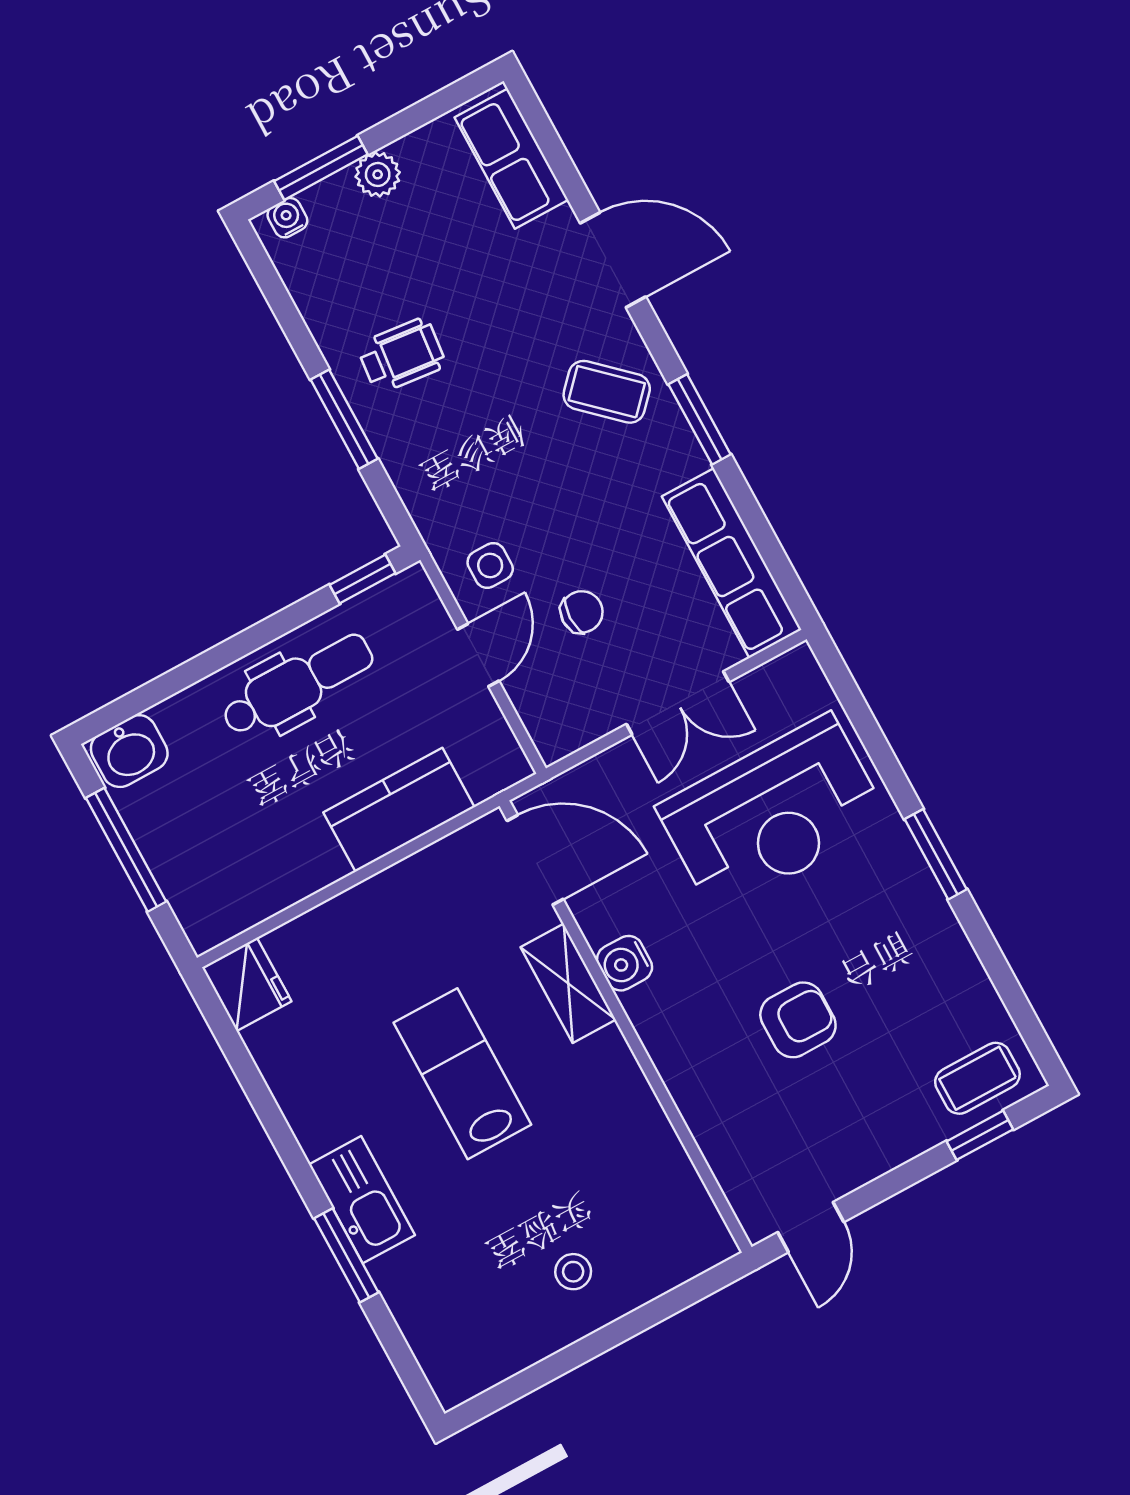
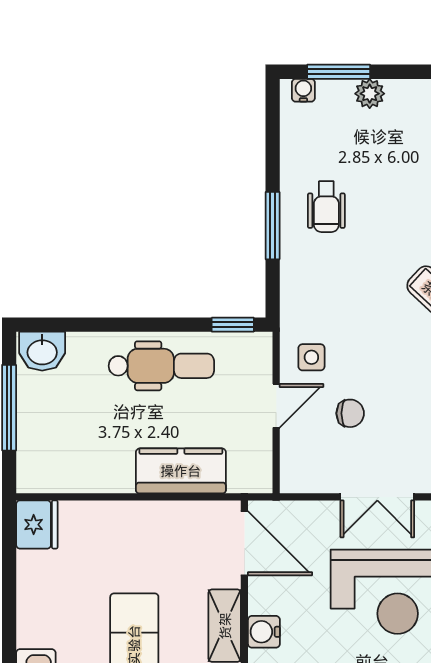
wheelchair: (402, 355) -> (326, 207), turned 84

